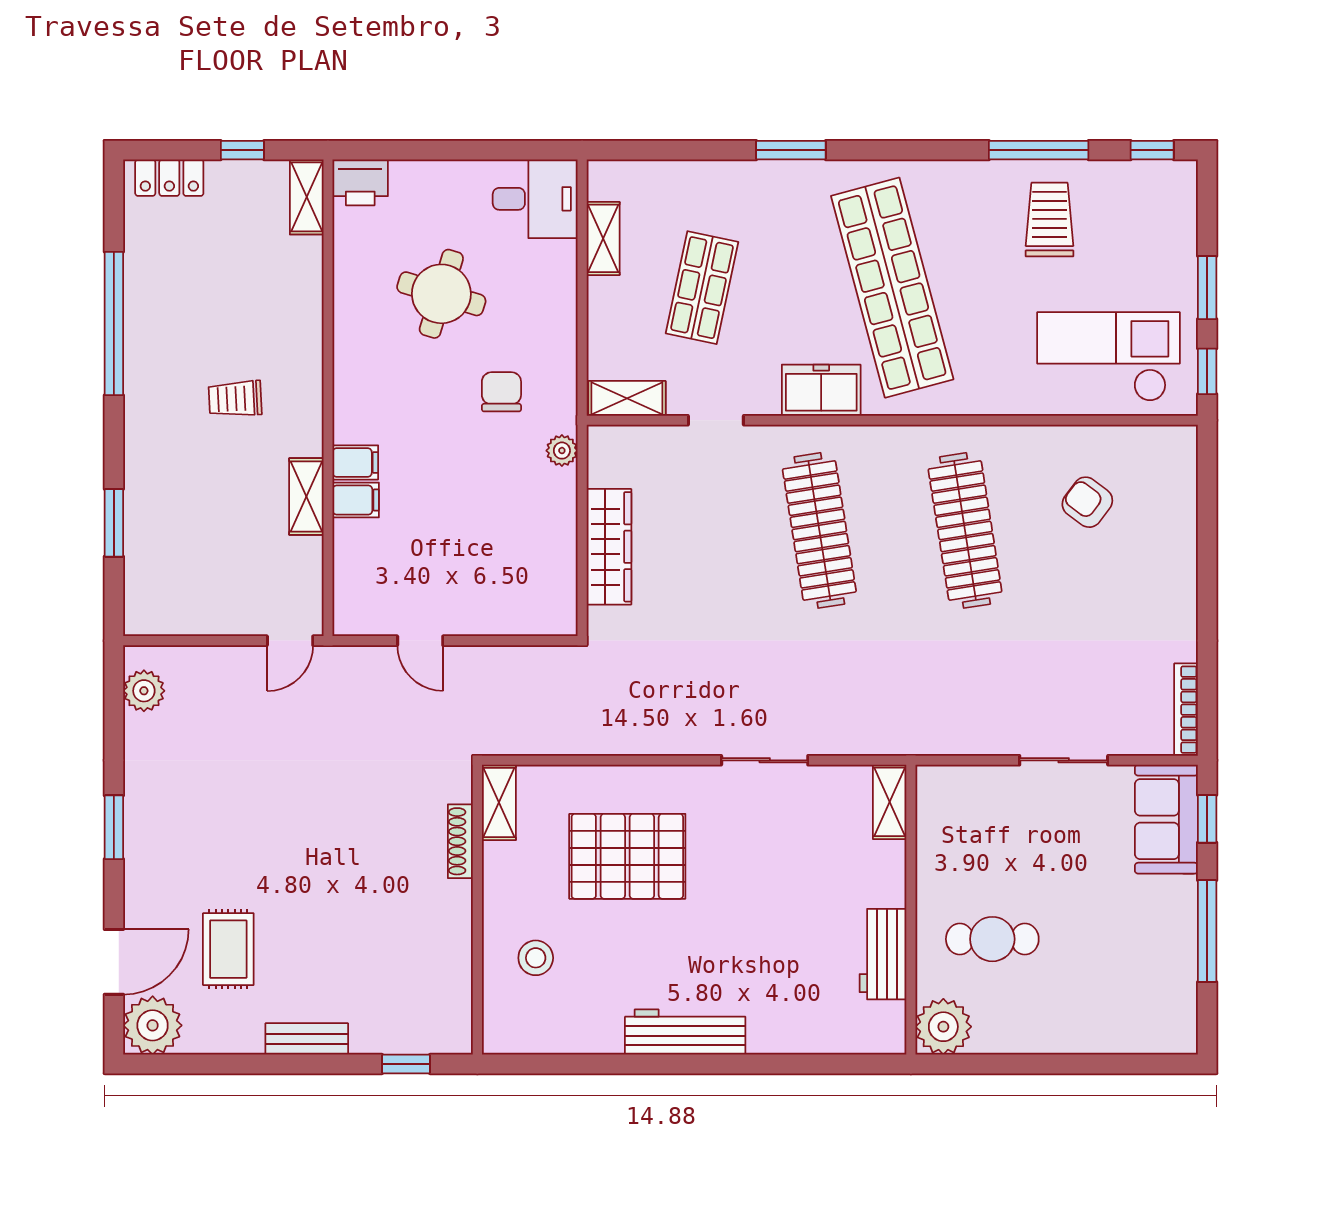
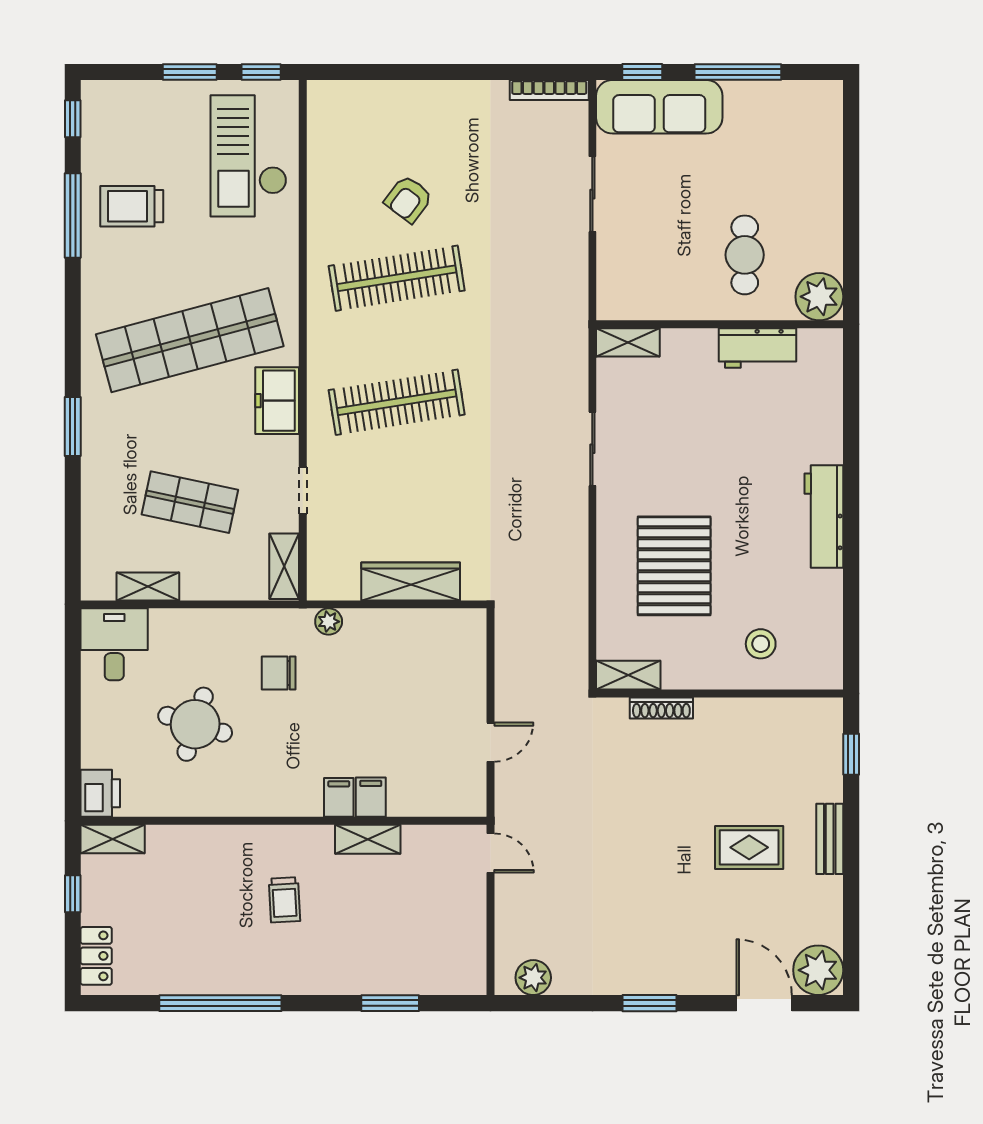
armchair: (1087, 502) -> (408, 199), moved
sofa: (1166, 819) -> (659, 107), width x1.36
rug: (228, 949) -> (749, 847), moved

